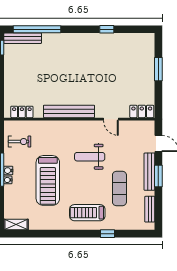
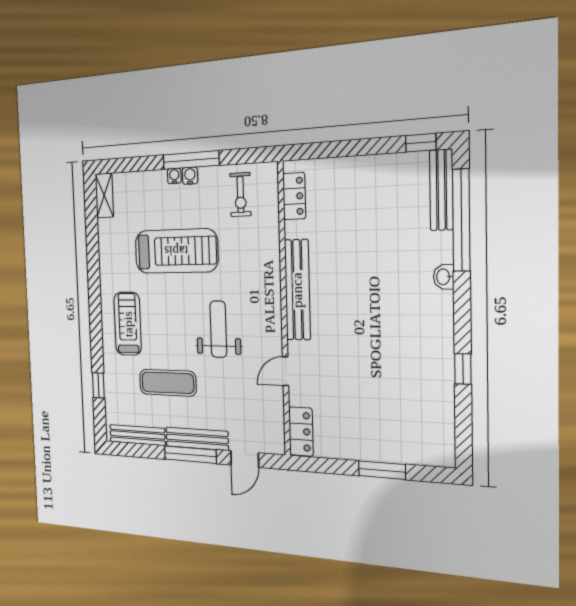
washbasin: (63, 38) -> (444, 277), added
window: (158, 176) -> (190, 455), width x1.44
treadmill: (48, 180) -> (176, 251), turned 180
bench: (150, 209) -> (137, 435), width x1.36
window: (108, 234) -> (98, 385), moved

